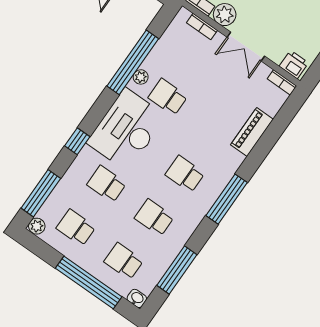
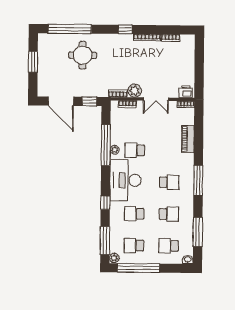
school desk: (185, 174) -> (169, 182), turned 180
school desk: (154, 218) -> (169, 214), turned 180
window: (89, 282) -> (138, 268), moved

